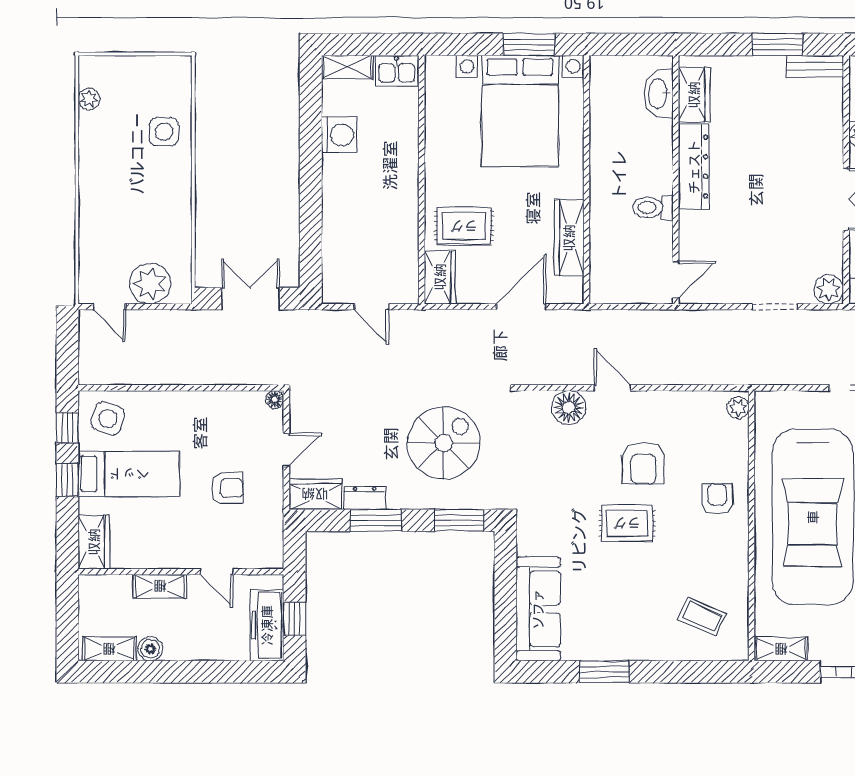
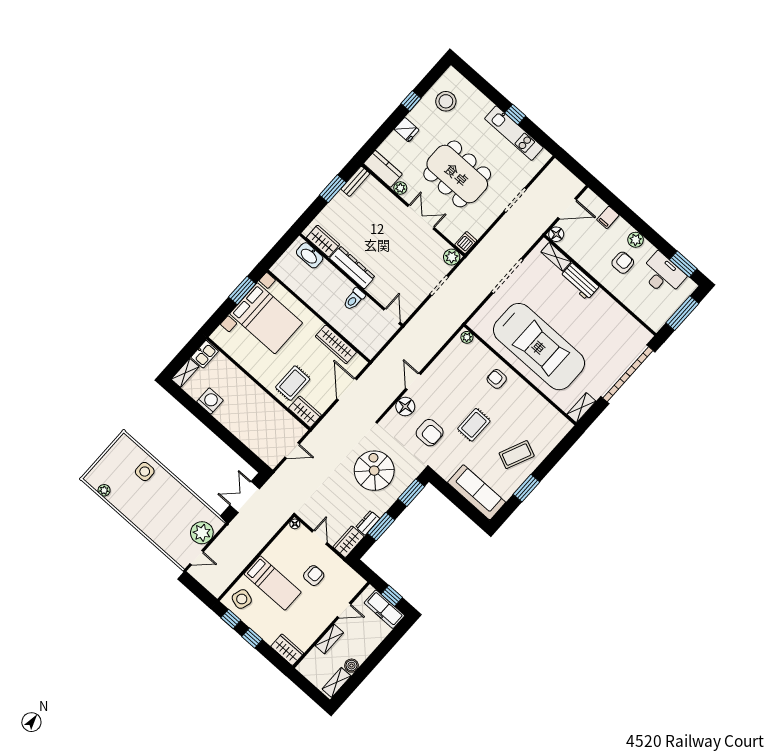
door: (612, 388) -> (413, 381), hinge flipped
armchair: (643, 463) -> (430, 433), moved
bed: (129, 474) -> (273, 583), moved, turned 90
coffee table: (702, 617) -> (517, 455), moved, width x1.36, depth x1.30

